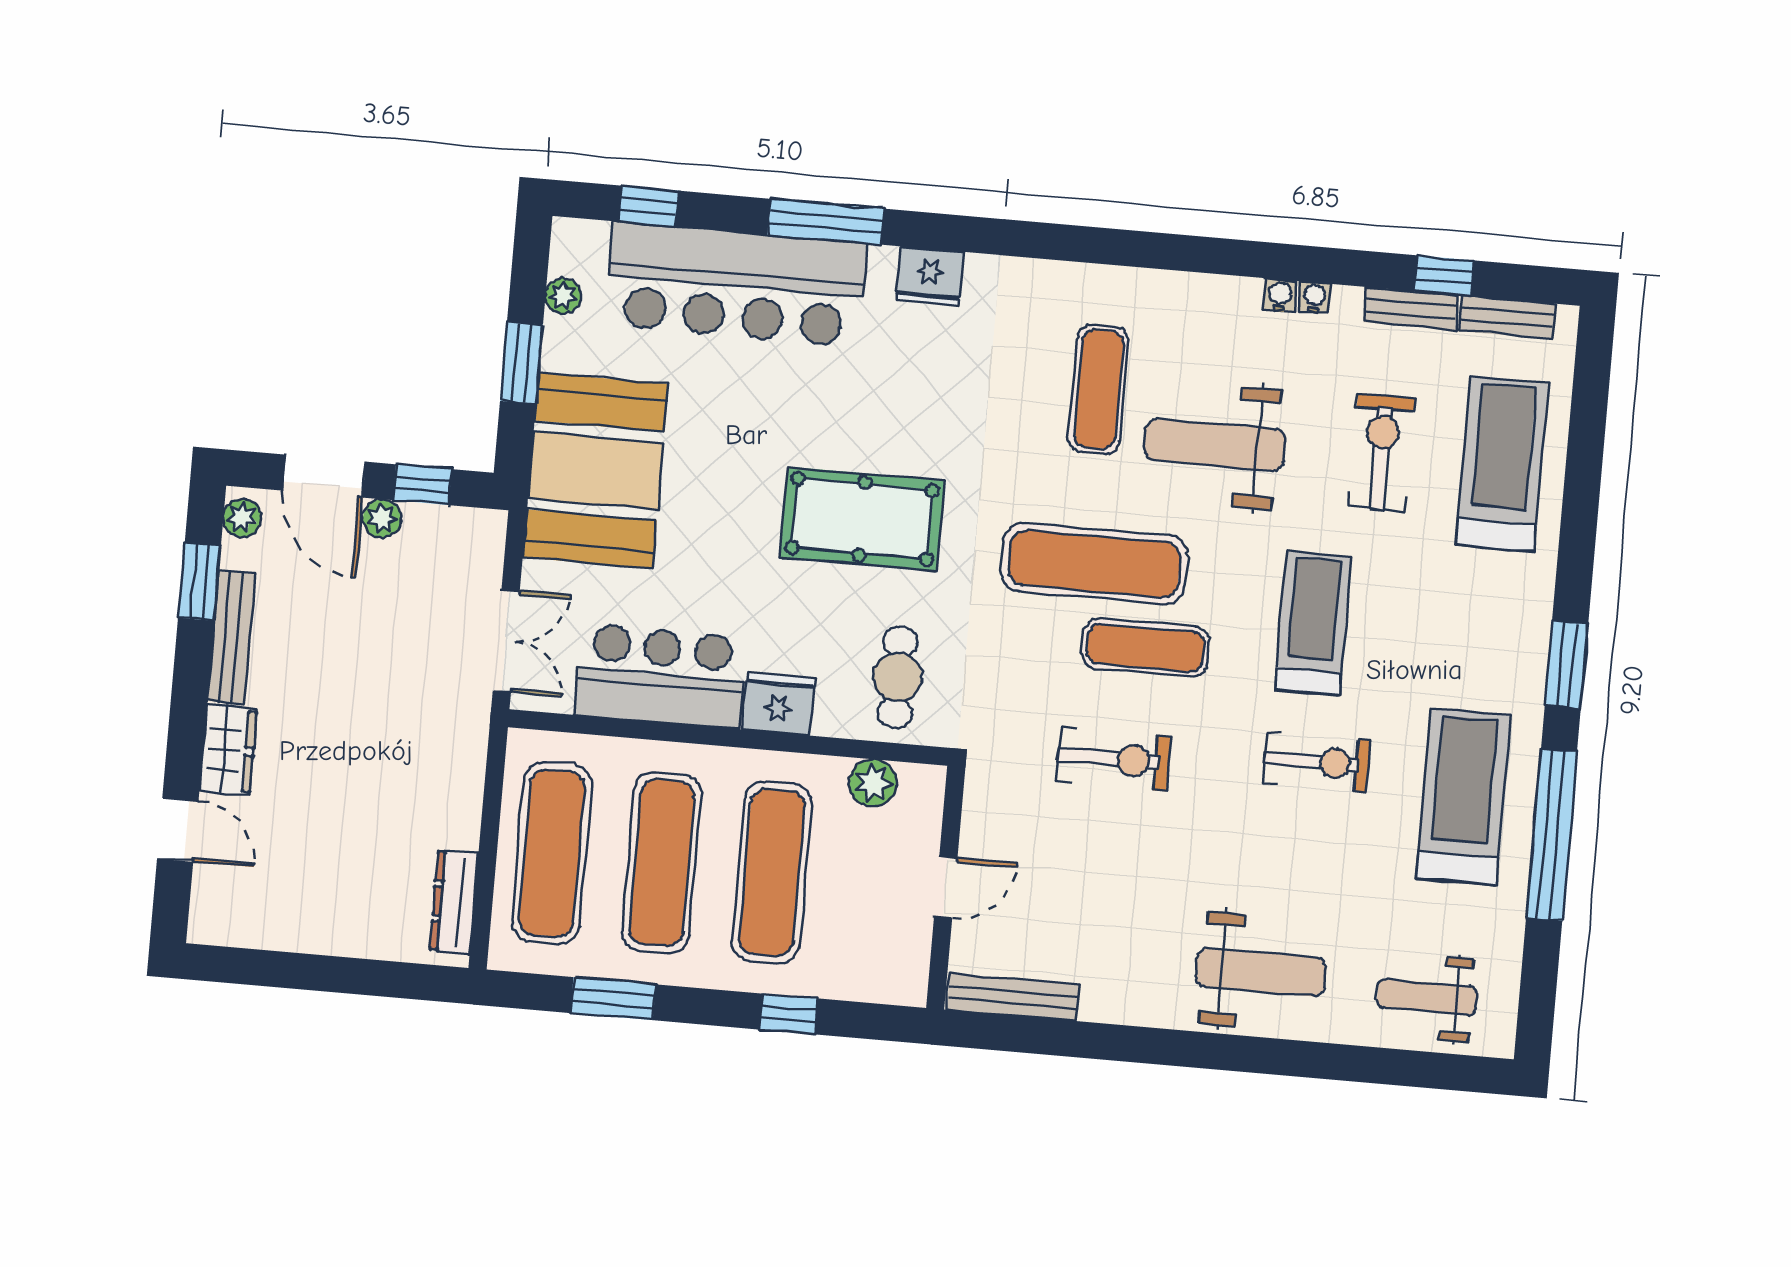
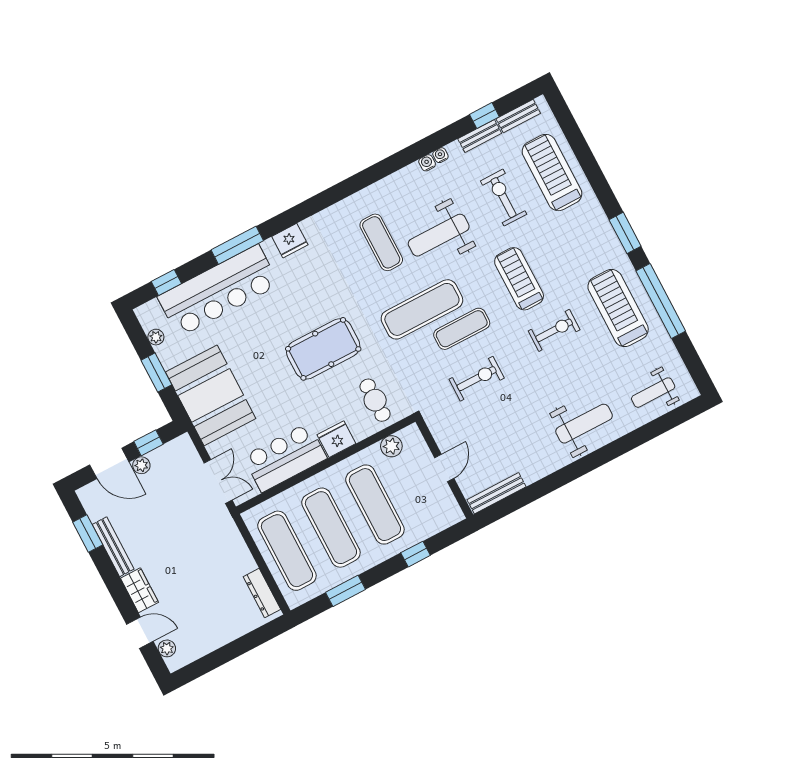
plant: (242, 518) -> (167, 648), moved

